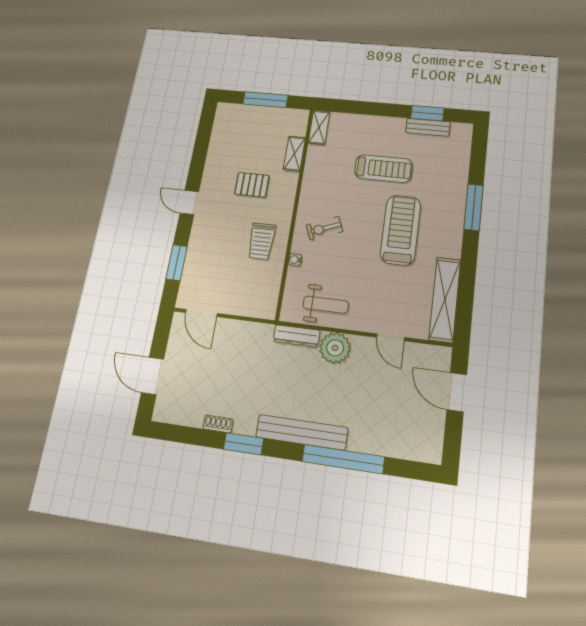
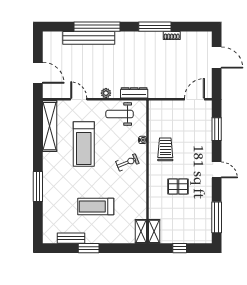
window: (265, 100) -> (180, 248), width x0.46
window: (427, 113) -> (89, 248), moved
window: (203, 136) -> (217, 217), added
shelving: (294, 154) -> (154, 231), moved
treadmill: (401, 230) -> (84, 144), moved
door: (201, 313) -> (194, 99), hinge flipped
plant: (335, 348) -> (106, 93), width x0.53, depth x0.53
bench: (302, 432) -> (89, 38), moved
window: (244, 444) -> (155, 27), width x1.44

